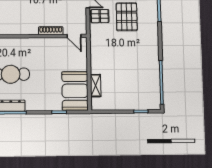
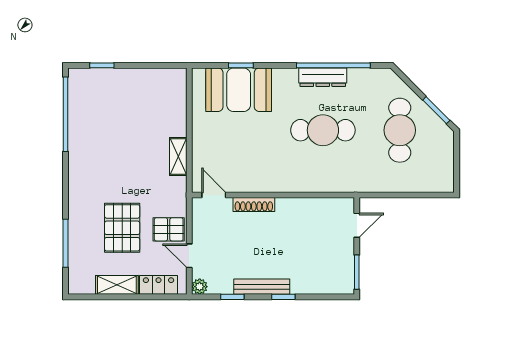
shelving: (96, 86) -> (178, 156), moved
booth: (75, 91) -> (239, 90), moved, turned 90

